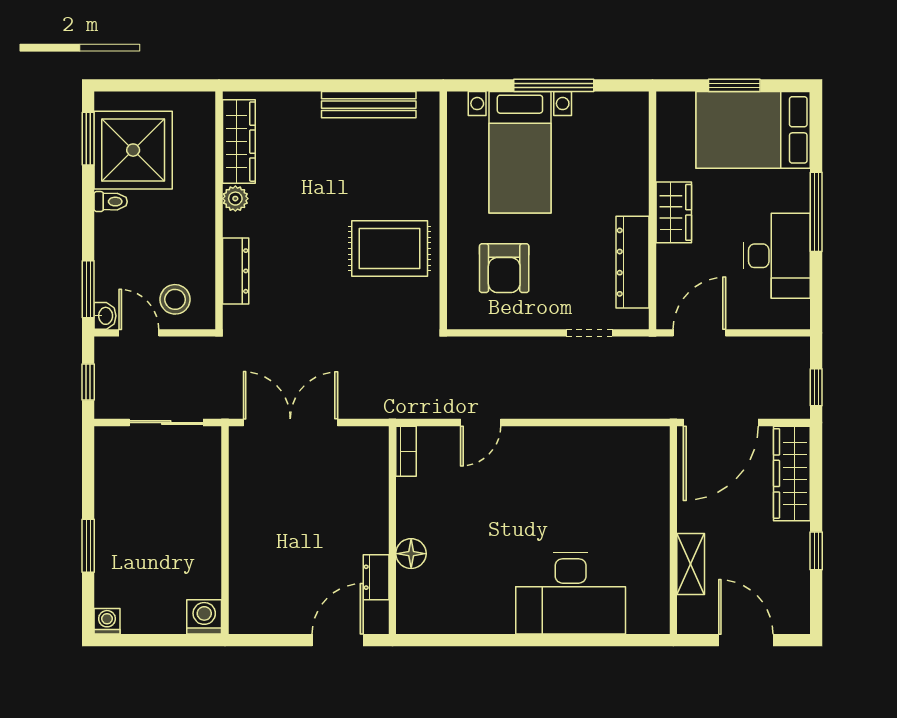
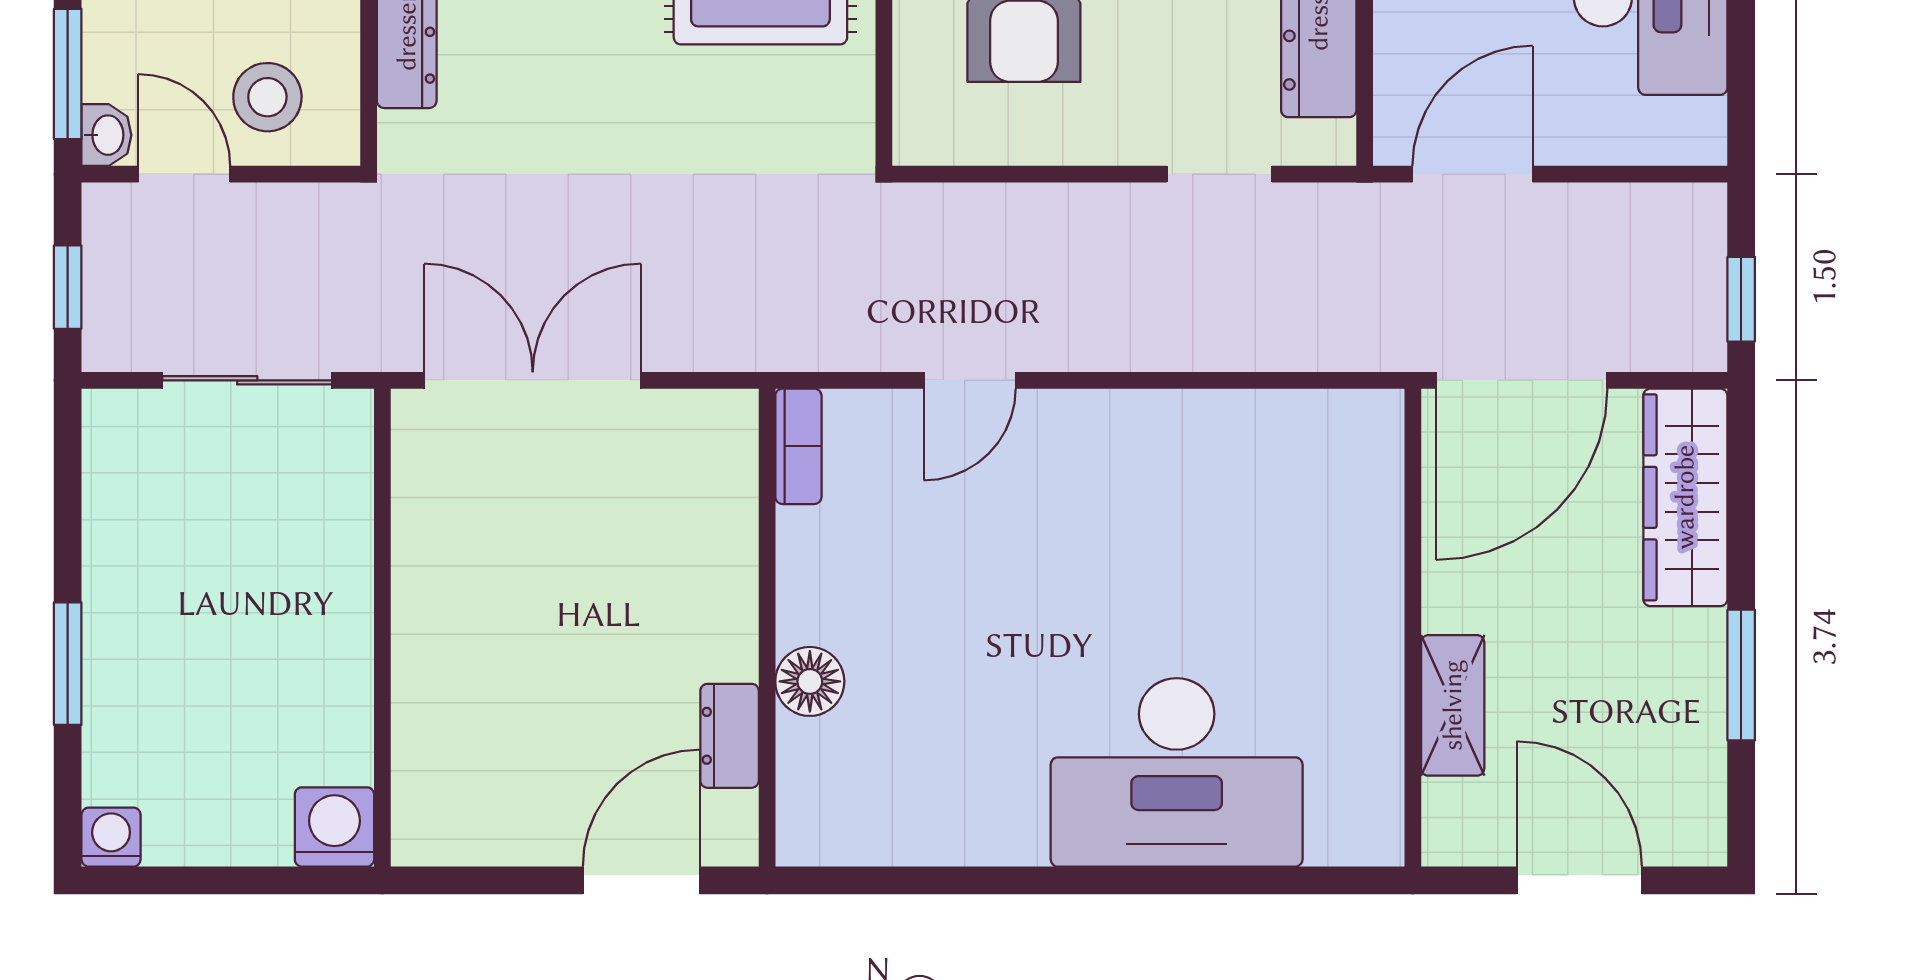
window: (816, 551) -> (1741, 675), width x1.50

